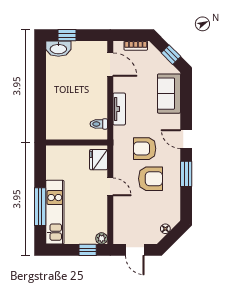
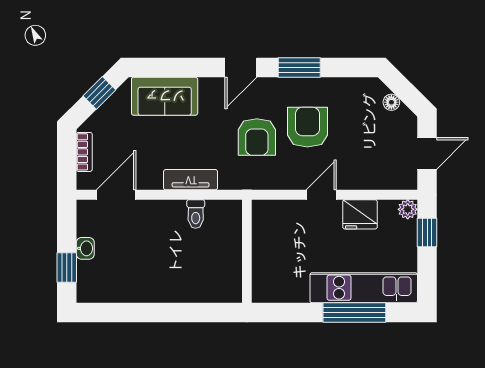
washbasin: (58, 49) -> (85, 248), moved, width x0.52, depth x0.69
toilet: (99, 124) -> (196, 214), moved
fridge: (99, 160) -> (360, 214), moved

